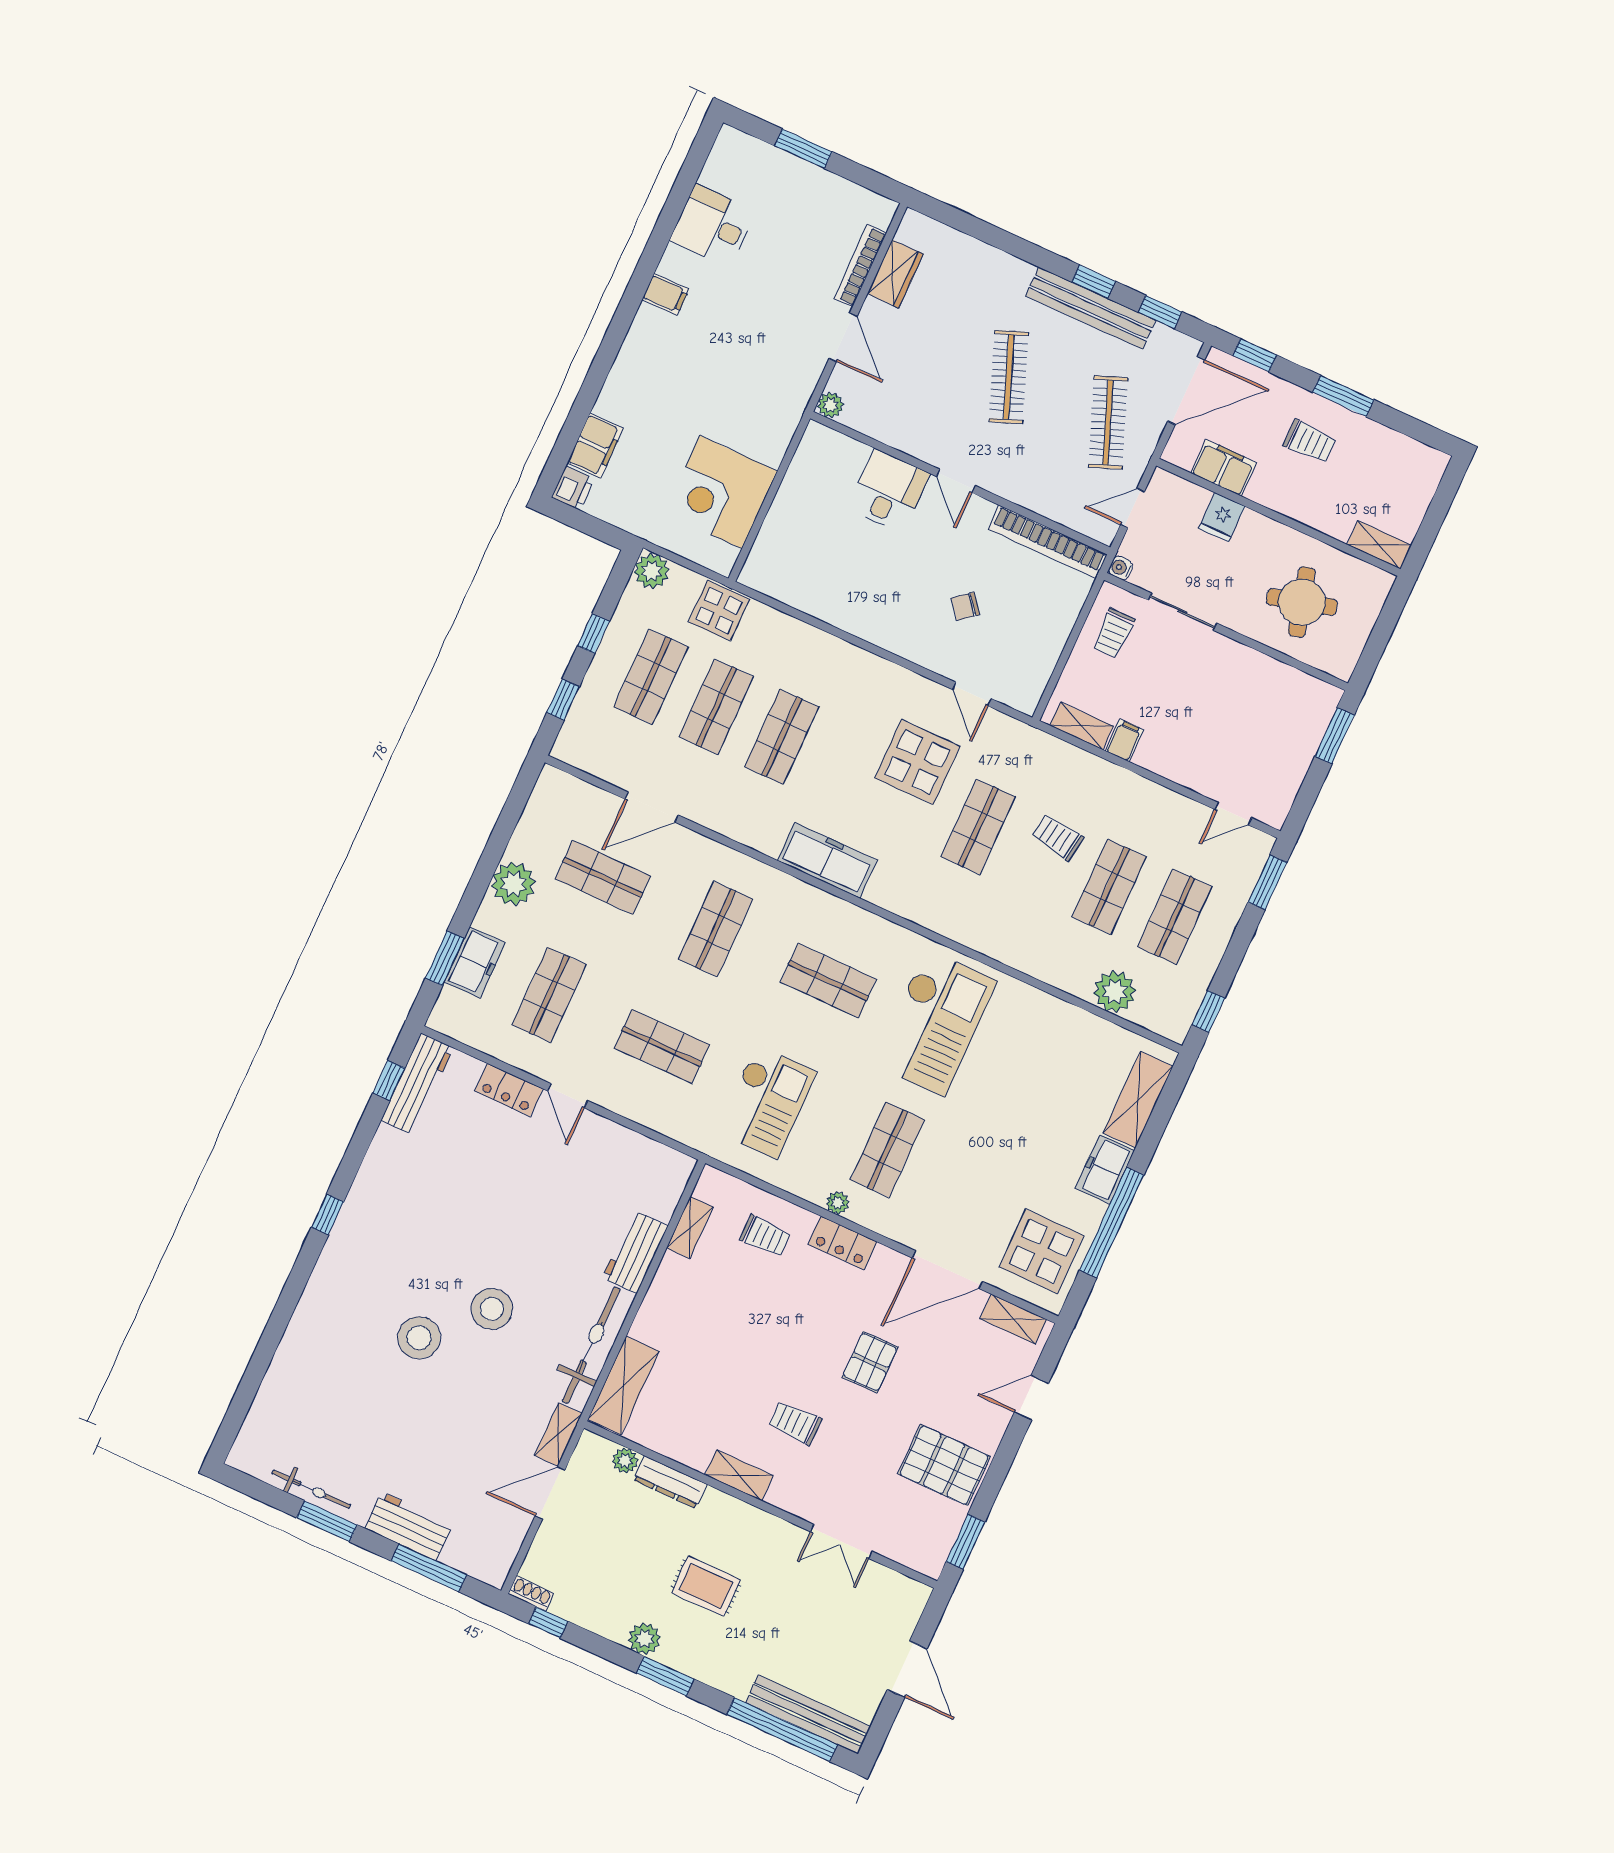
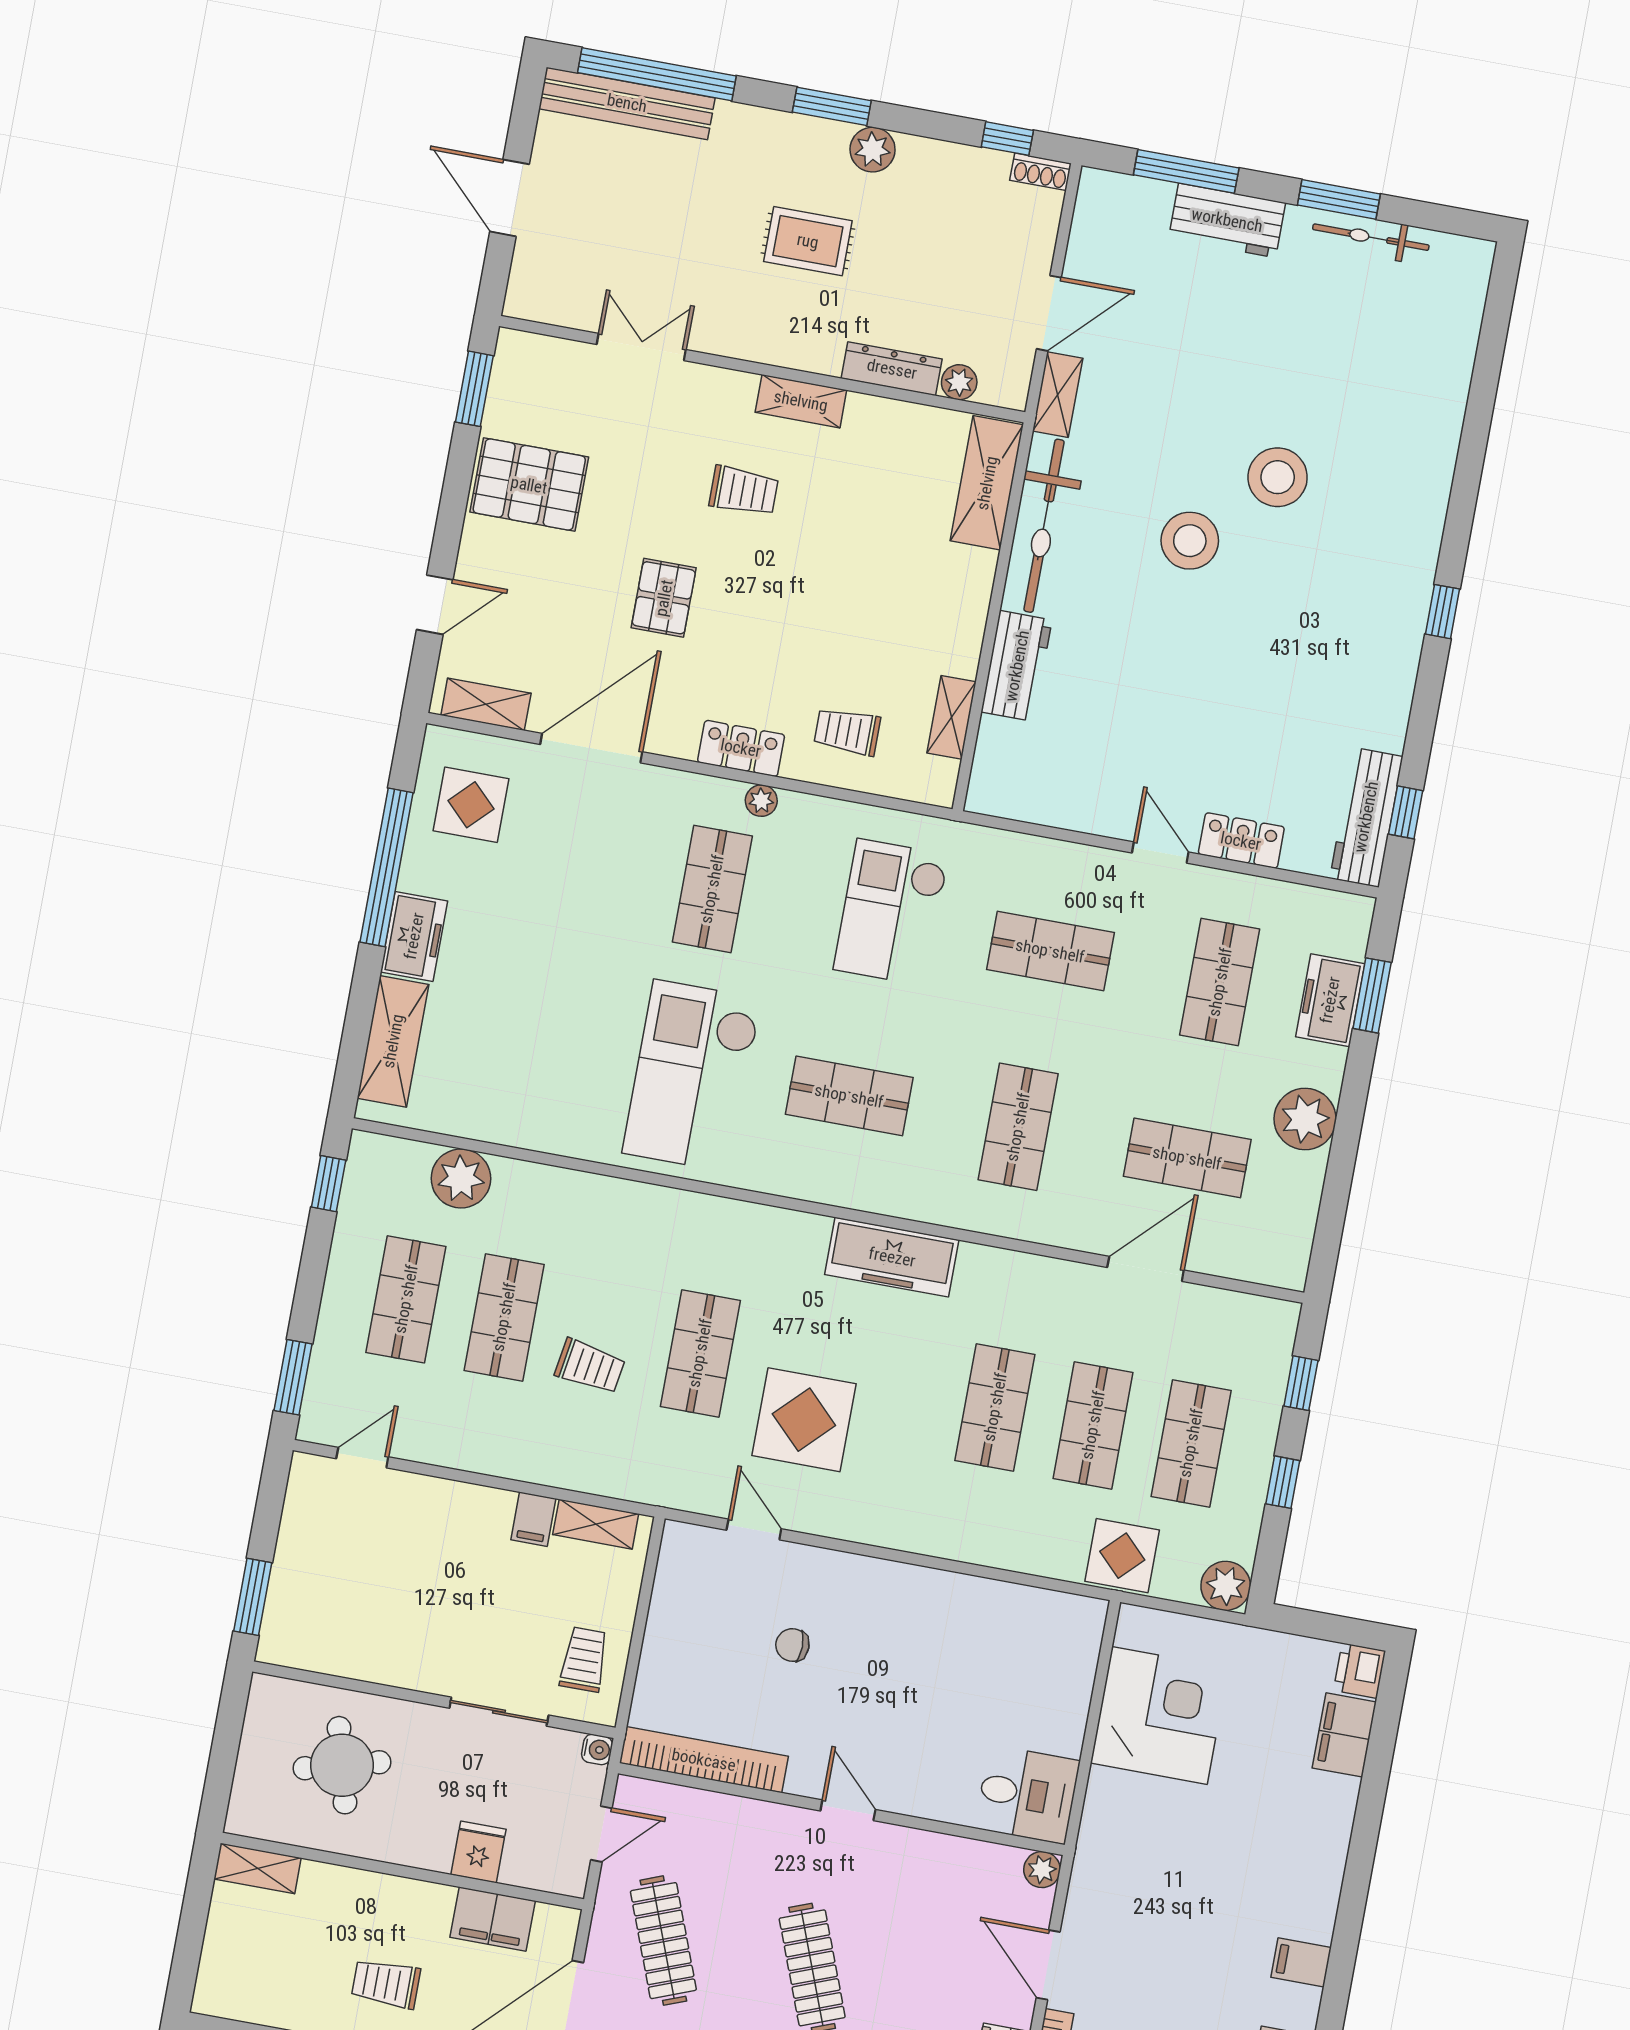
desk: (889, 491) -> (1027, 1794), moved, turned -90
chair: (965, 606) -> (792, 1645), turned -141
display table: (1042, 1251) -> (471, 805), width x0.73, depth x0.73

